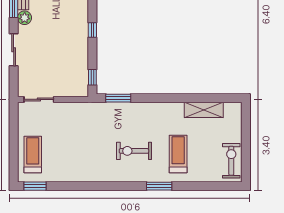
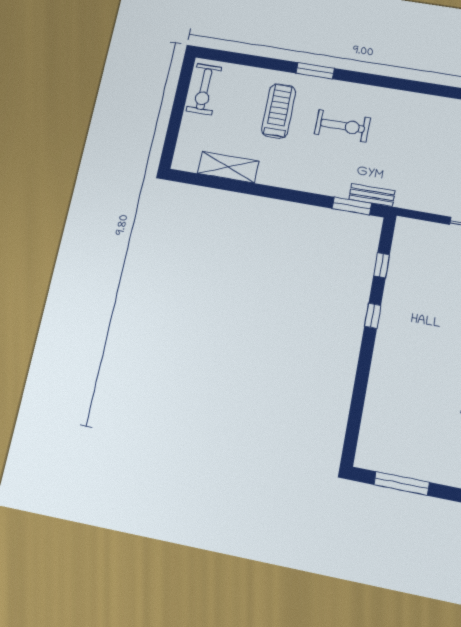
window: (92, 77) -> (382, 265), moved
bench: (107, 108) -> (372, 195), added
treadmill: (178, 154) -> (279, 111), turned 180

